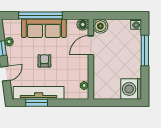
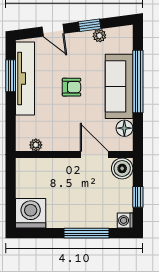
window: (120, 15) -> (138, 197), added
floor lamp: (83, 24) -> (124, 128), moved

